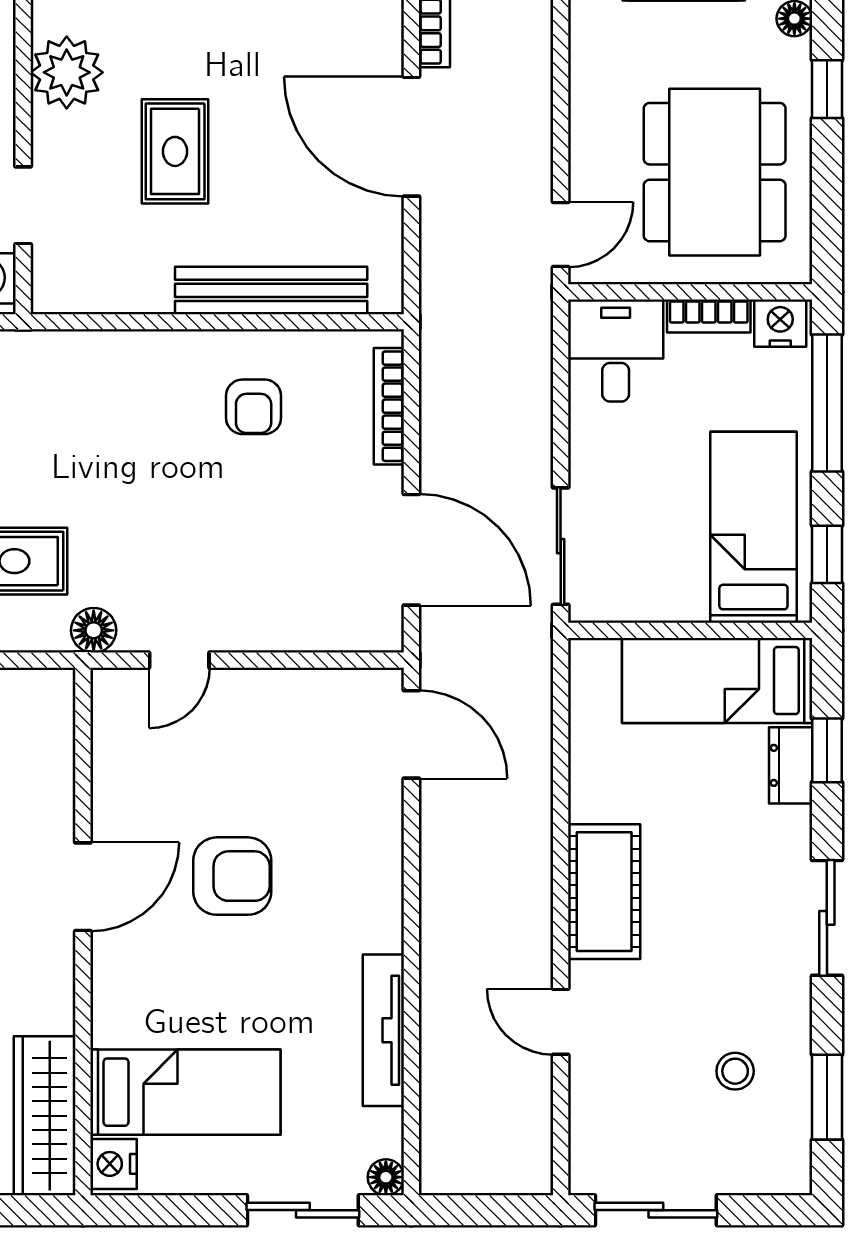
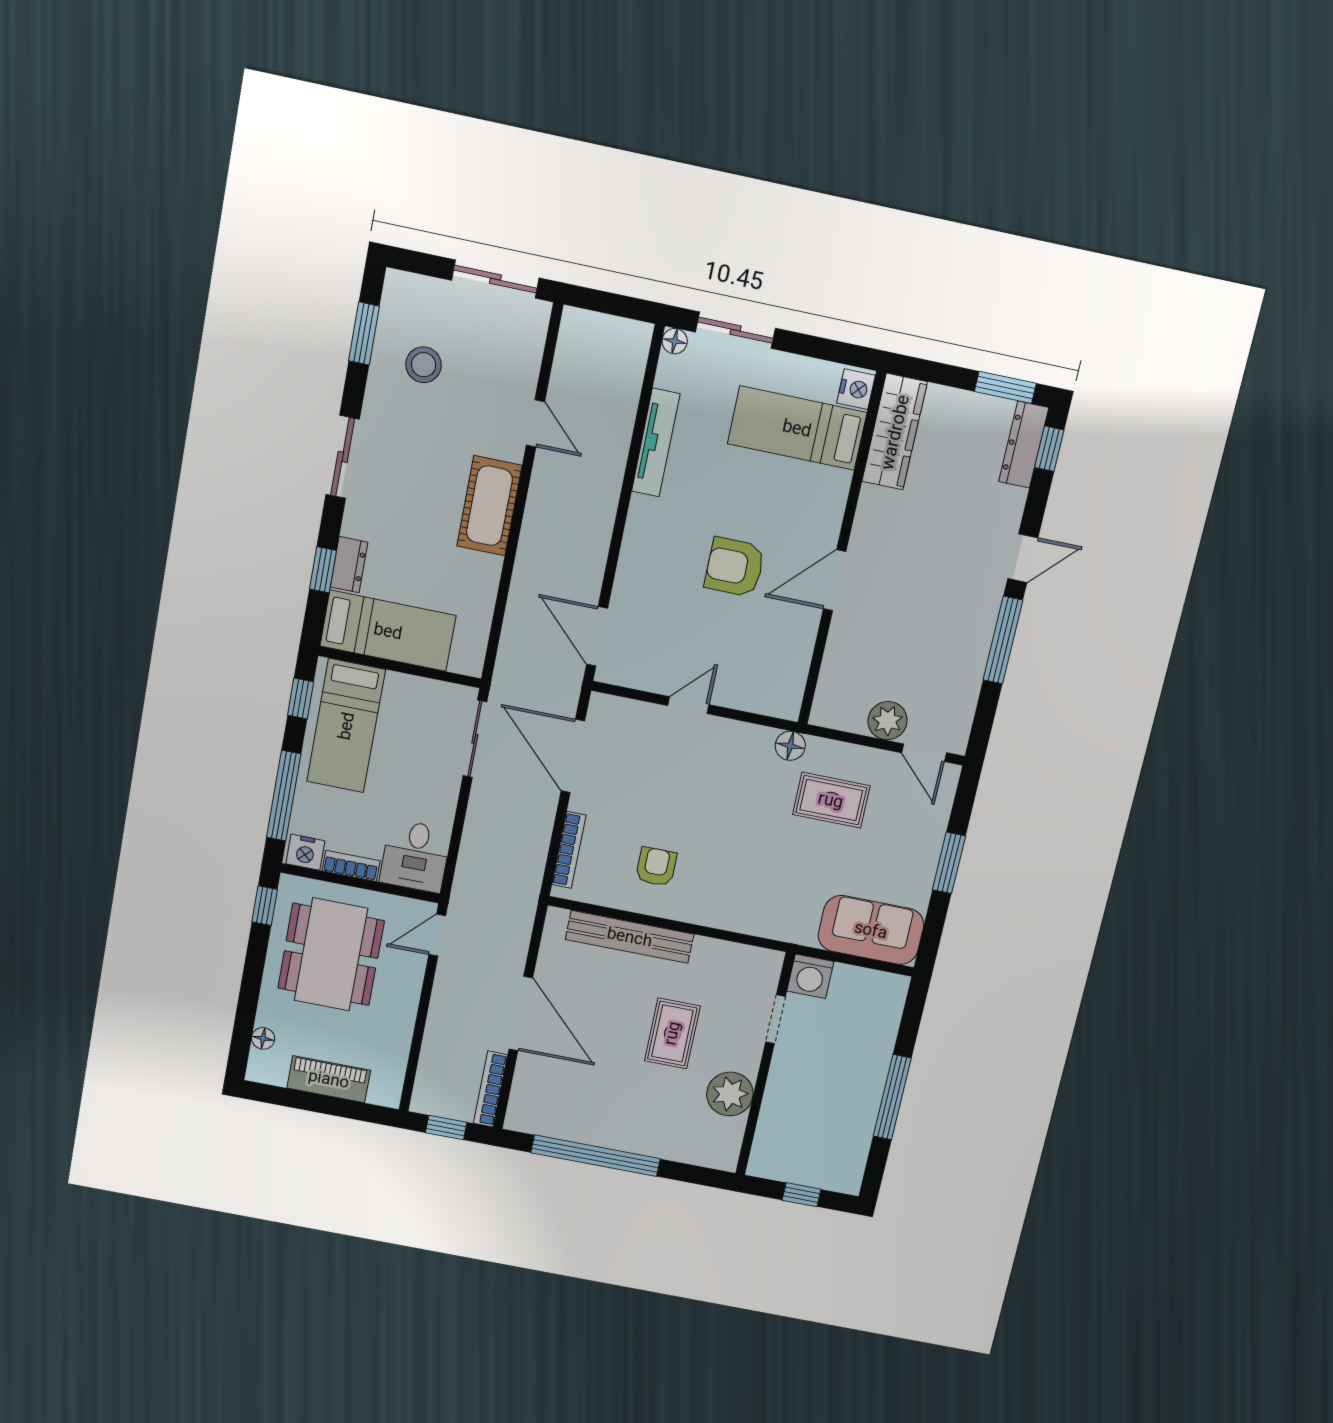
window: (827, 89) -> (265, 906), moved
door: (179, 660) -> (688, 705), moved
stool: (735, 1071) -> (424, 365), width x1.37, depth x1.37

